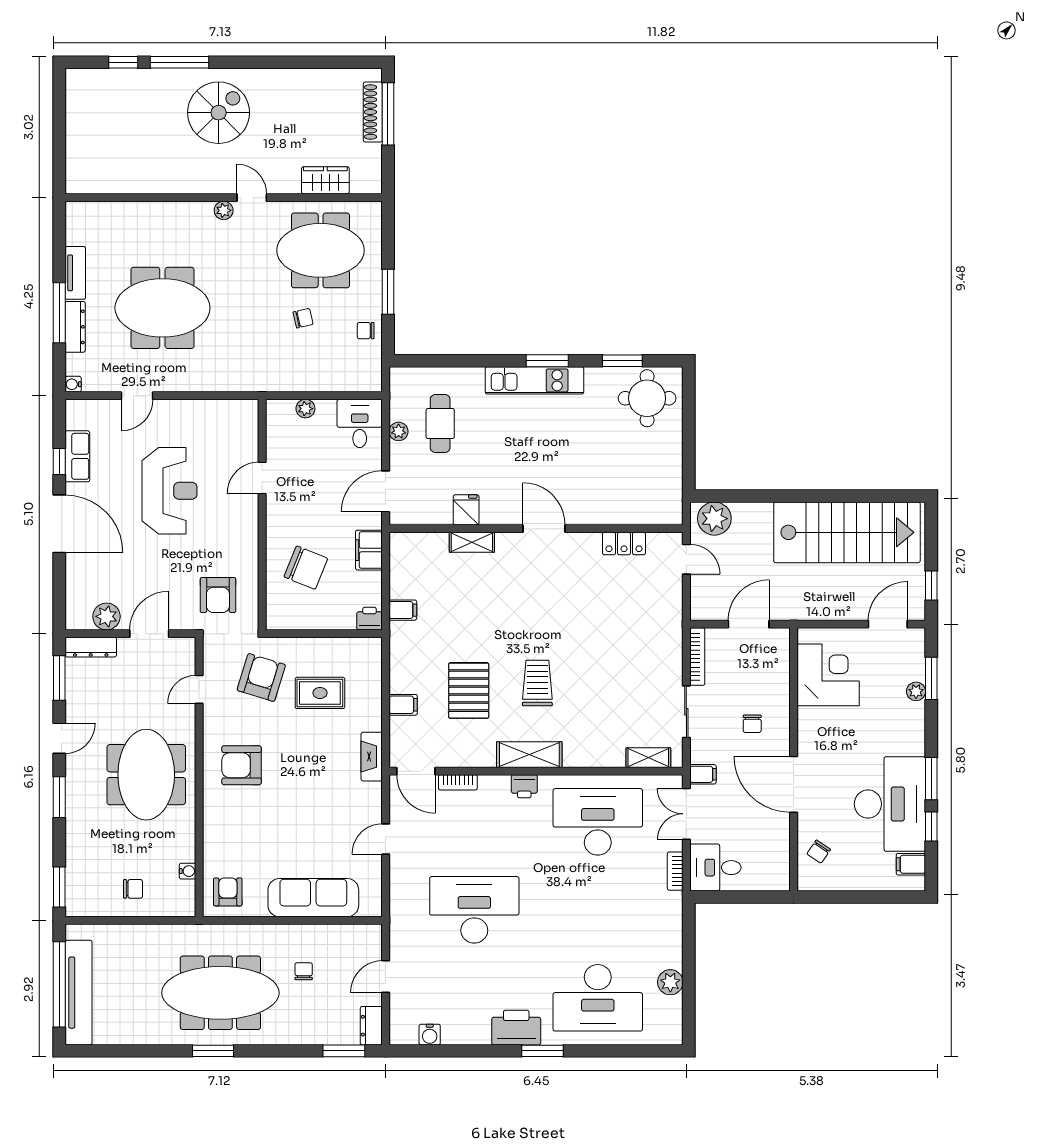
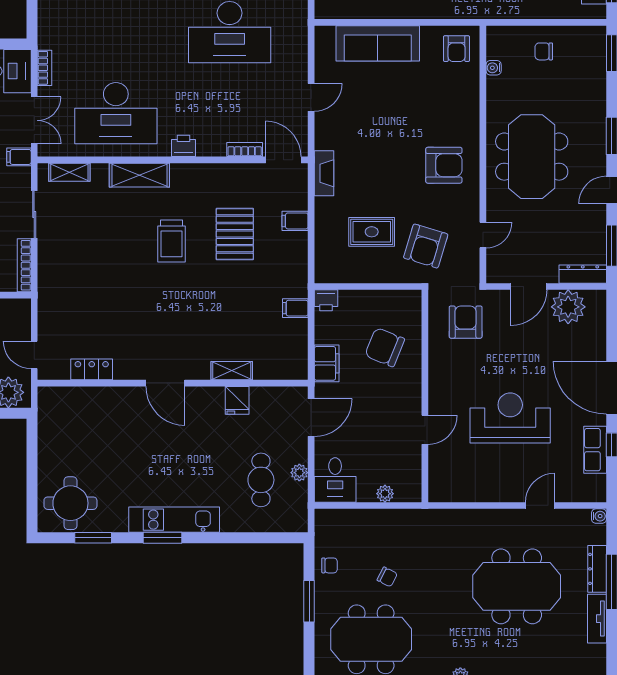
chair: (303, 318) -> (387, 577), turned -140
reception desk: (169, 491) -> (510, 418), turned 90
plant: (106, 616) -> (568, 307), width x1.36, depth x1.36
shelving: (529, 755) -> (139, 175), moved

